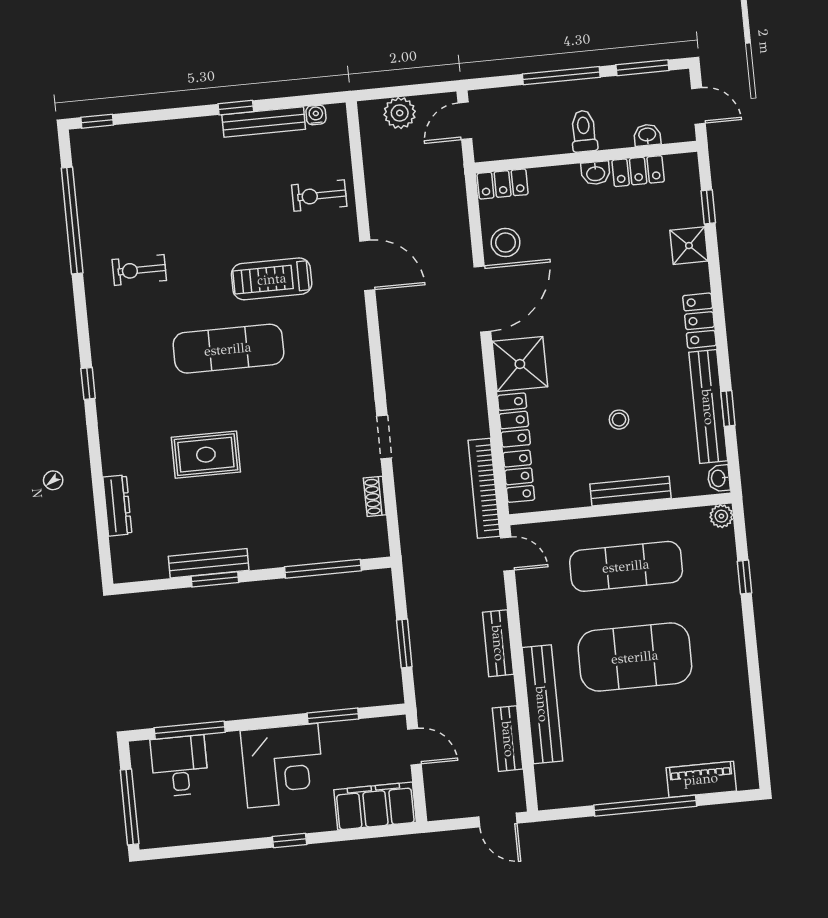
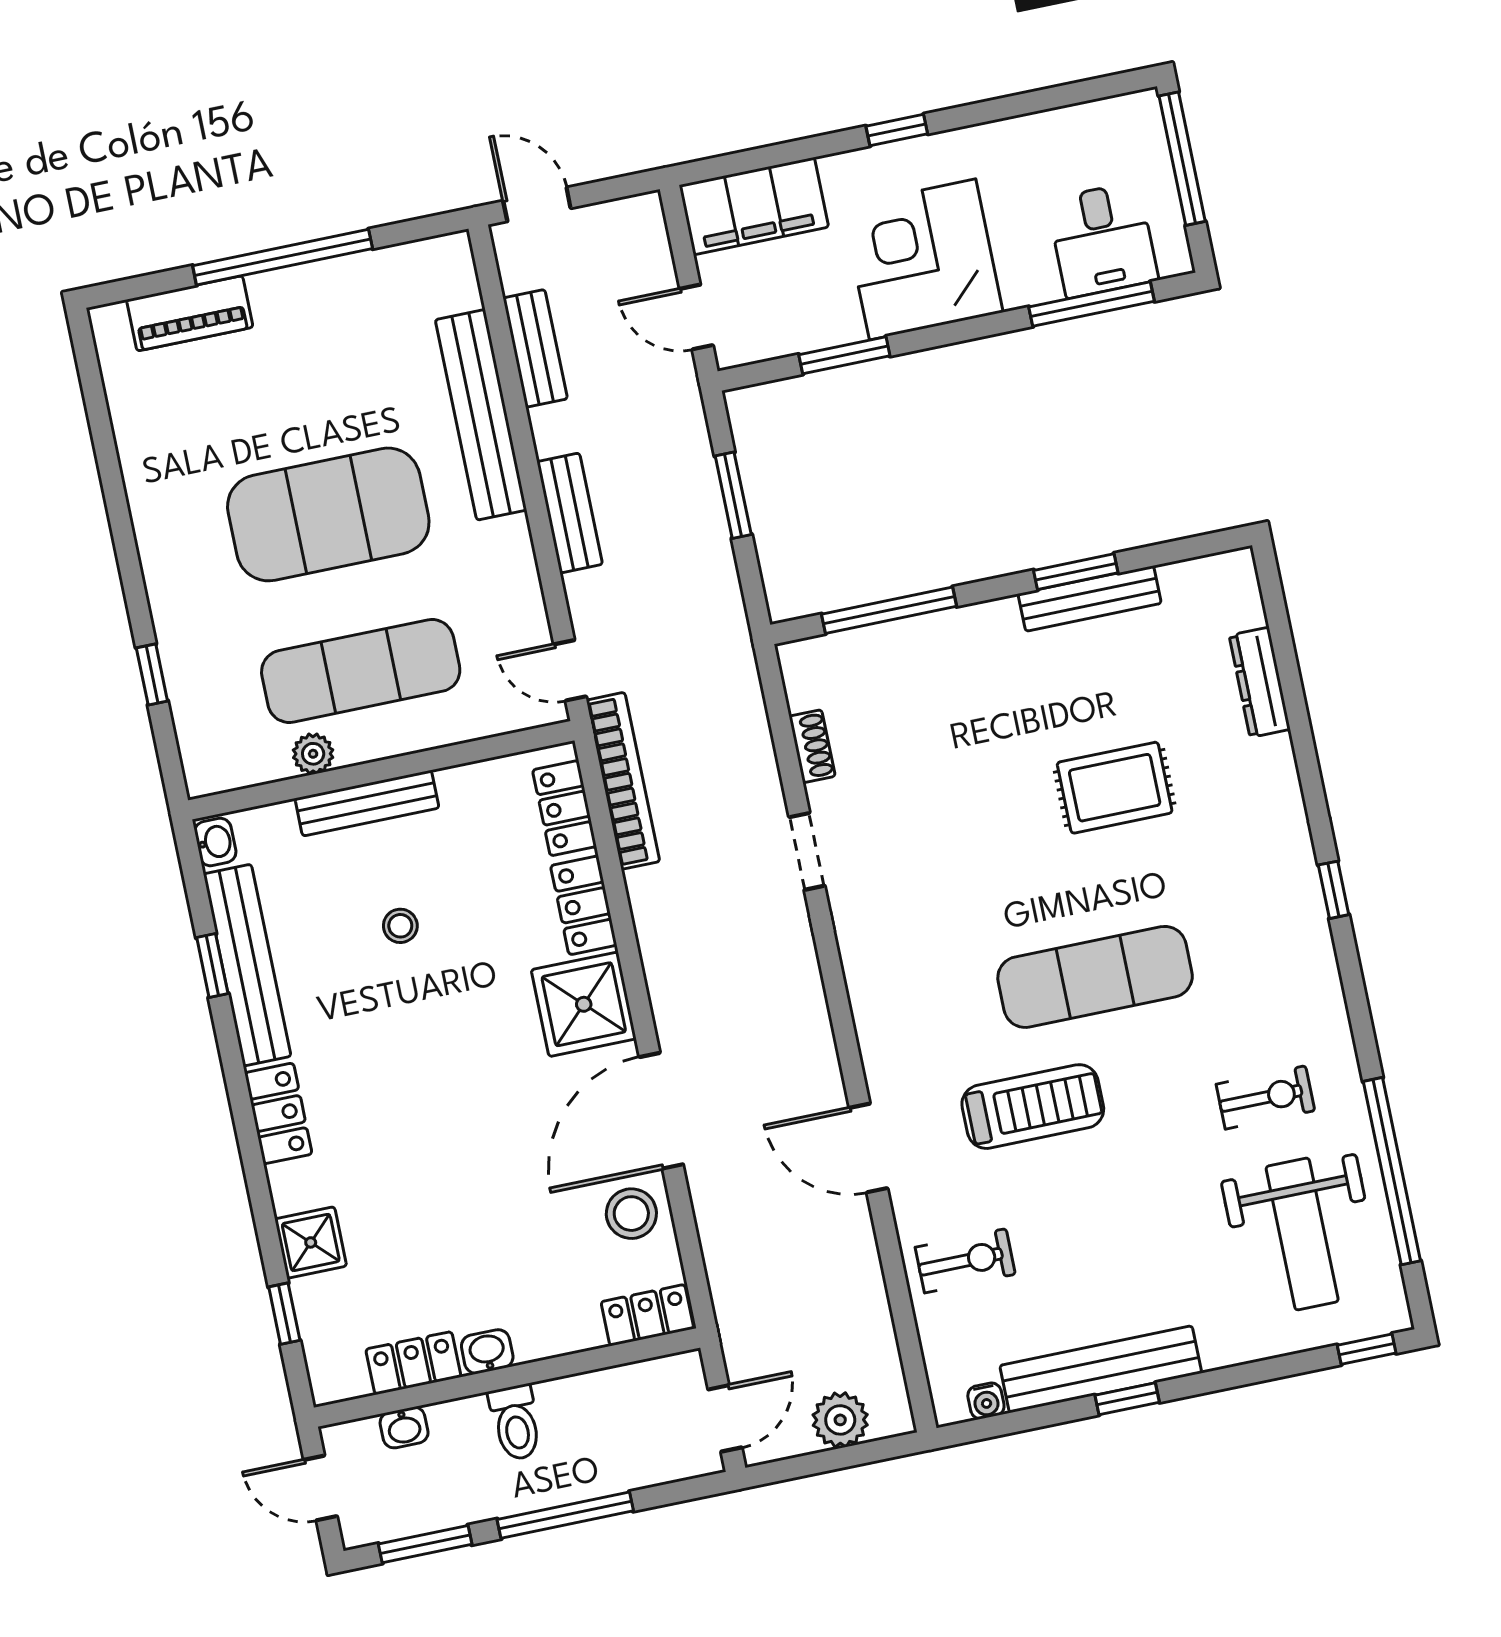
bench: (264, 122) -> (1101, 1369), width x1.37, depth x1.21
weight bench: (127, 190) -> (1302, 1234), added
plant: (721, 516) -> (313, 754), moved

